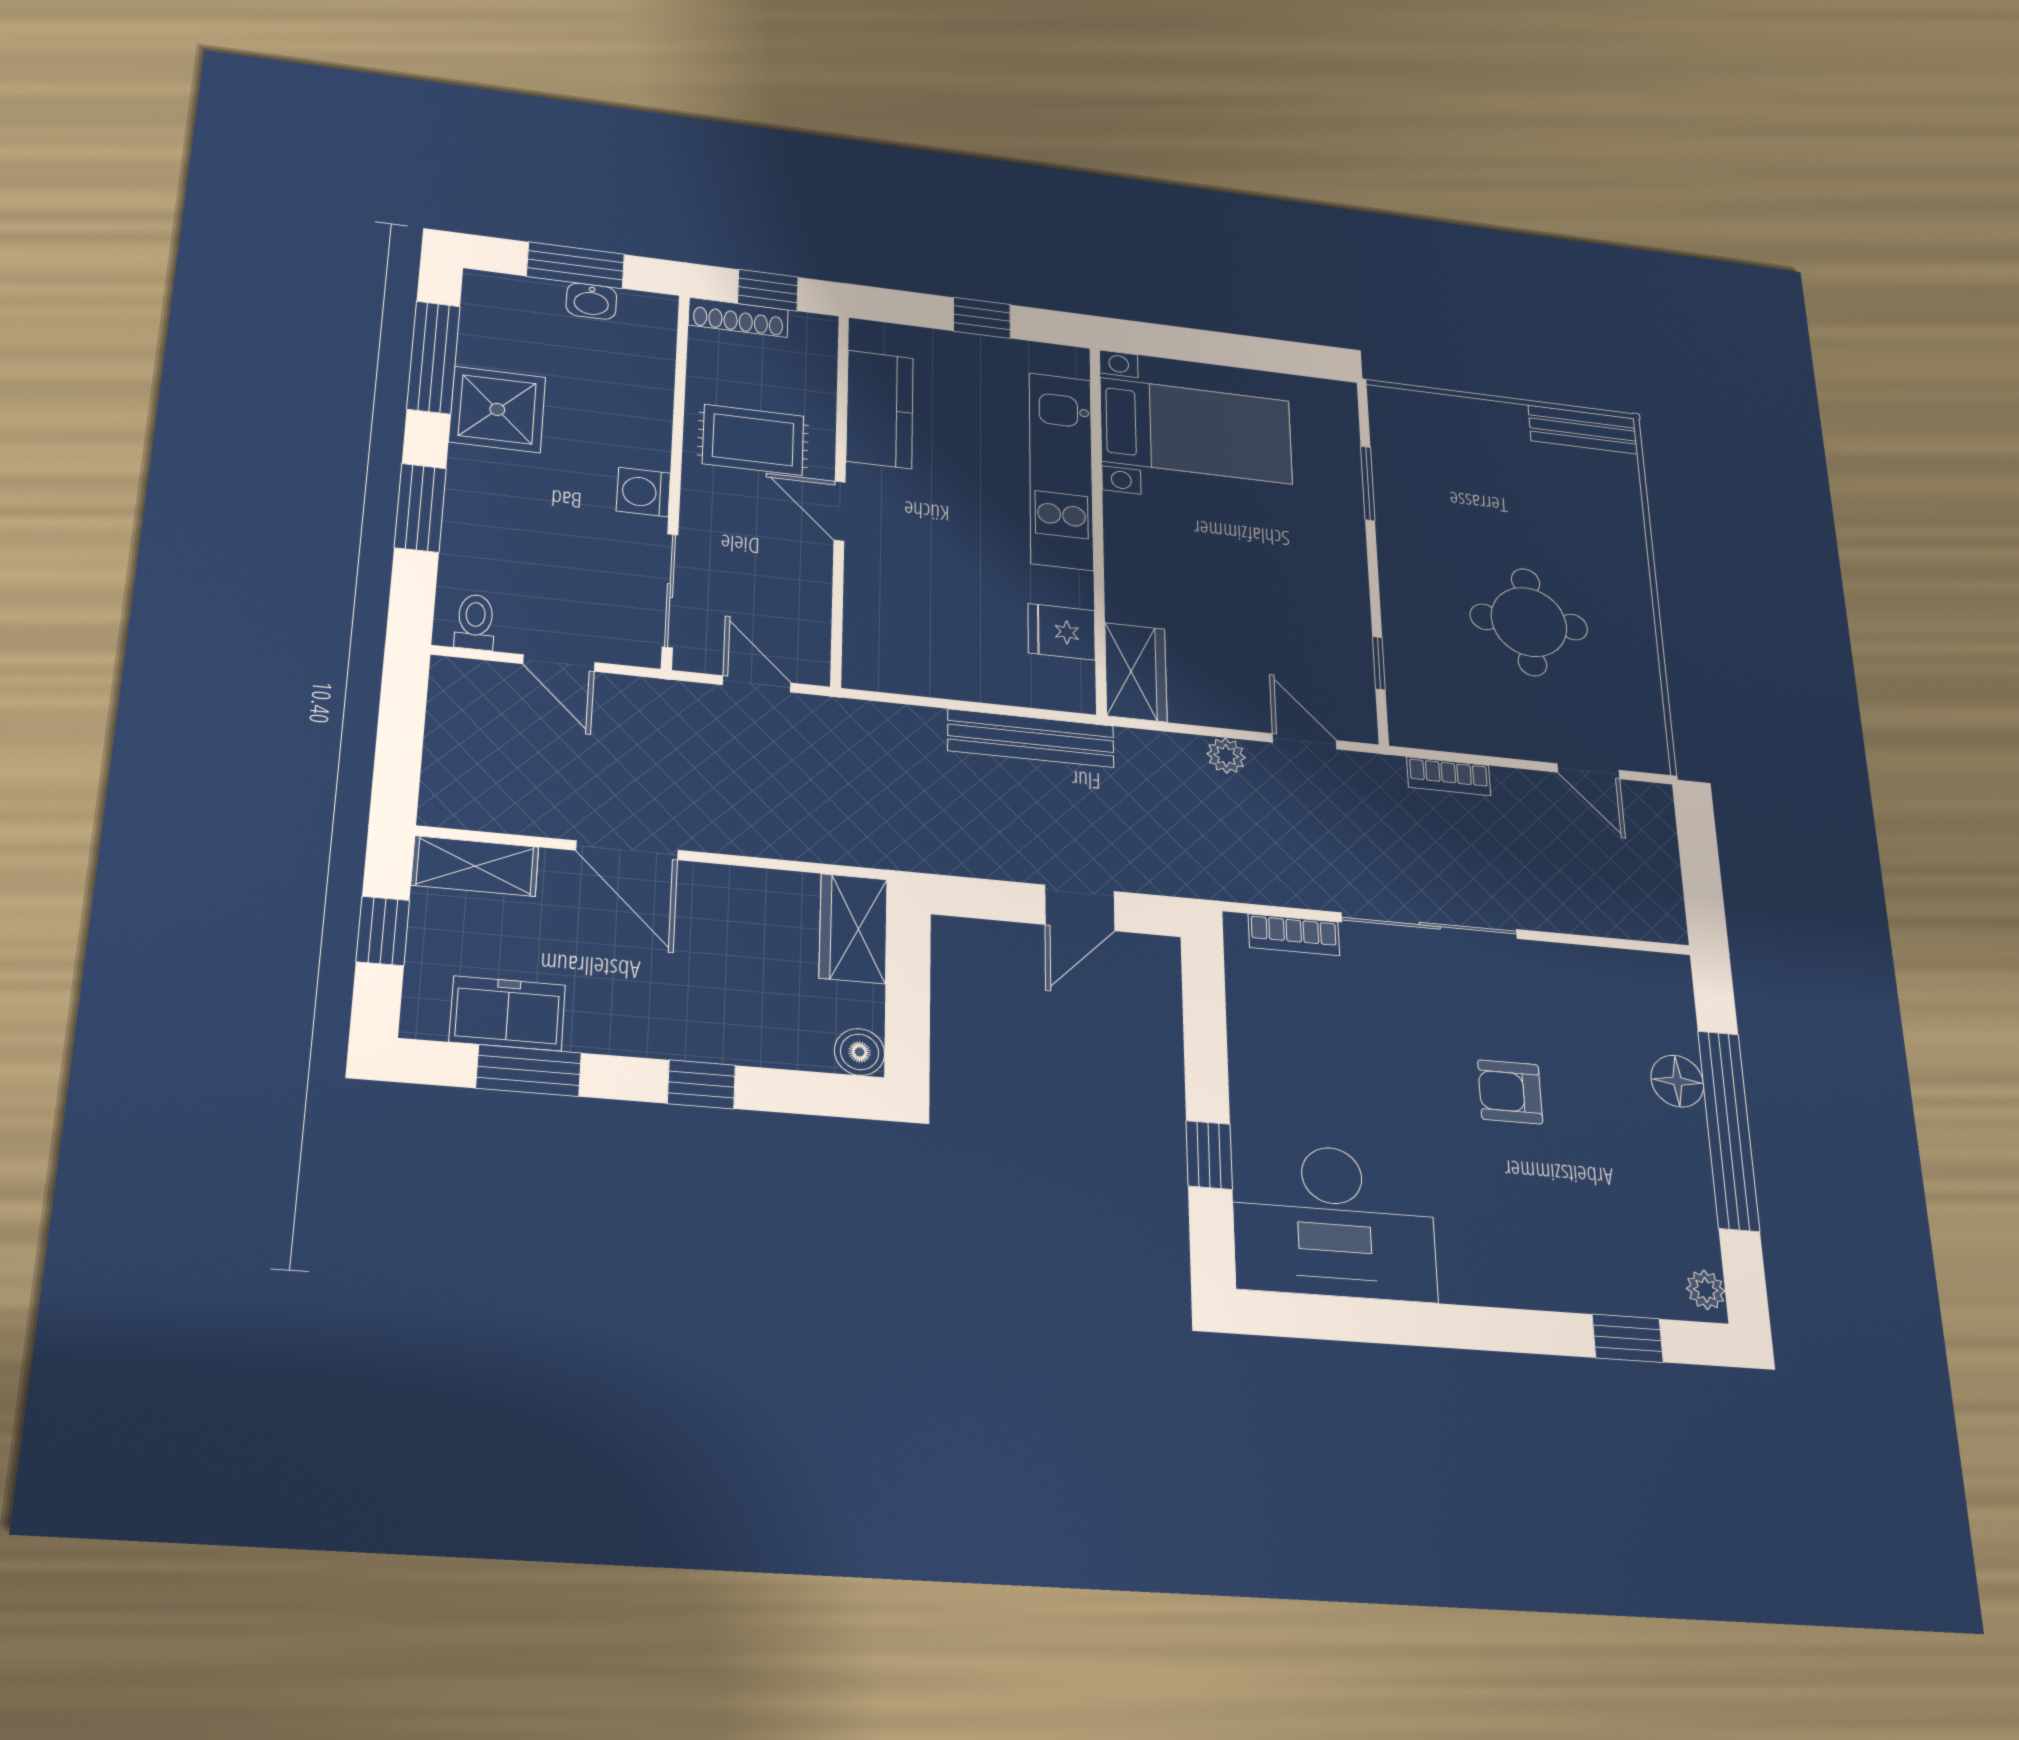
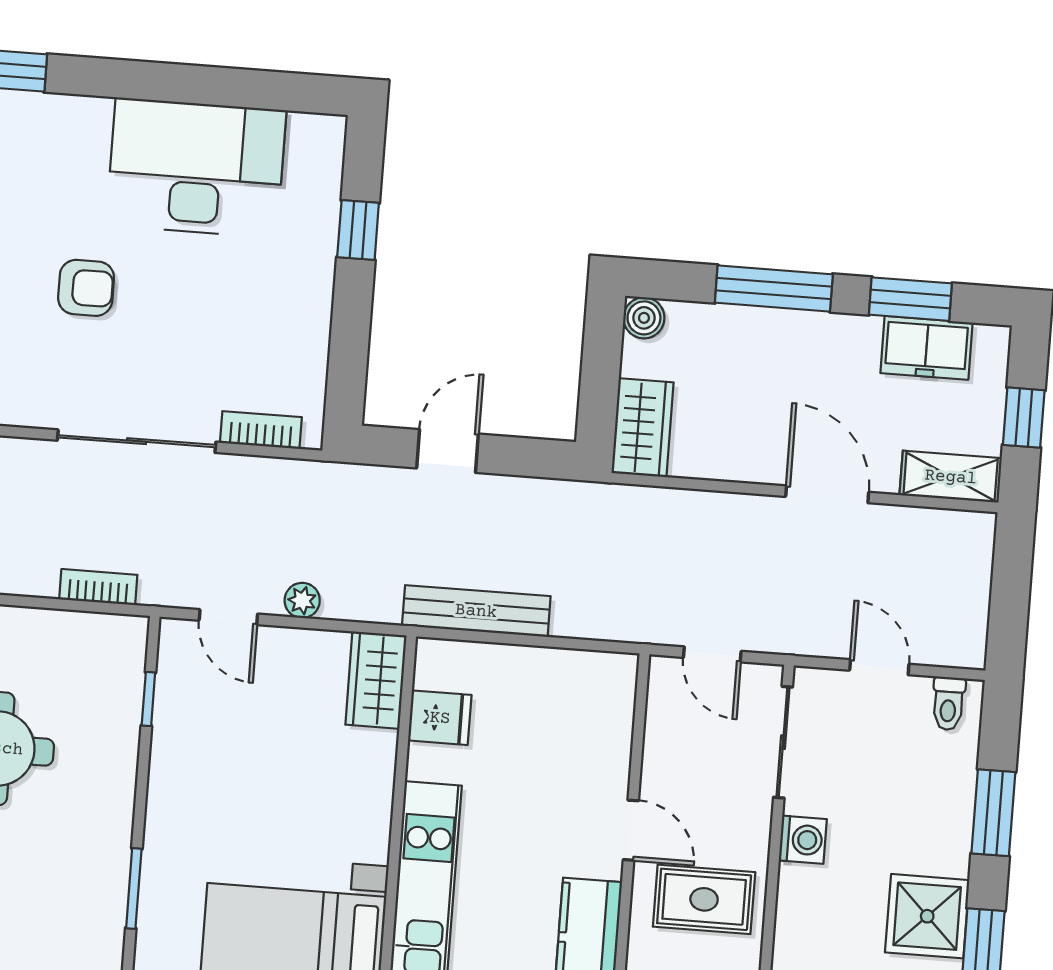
window: (702, 1084) -> (774, 289), width x2.17
desk: (1334, 1221) -> (196, 168), moved

